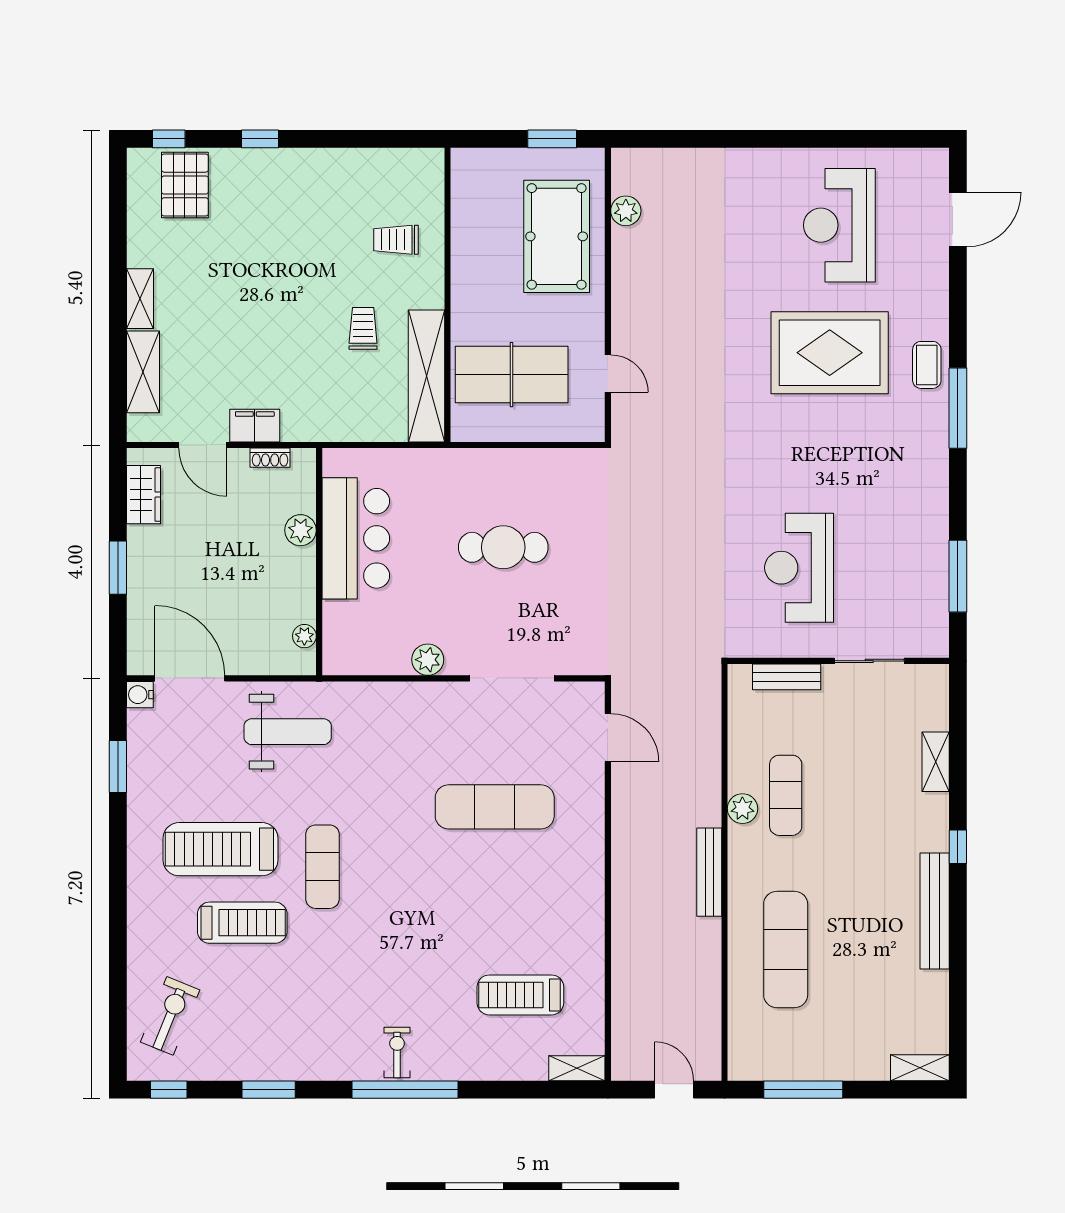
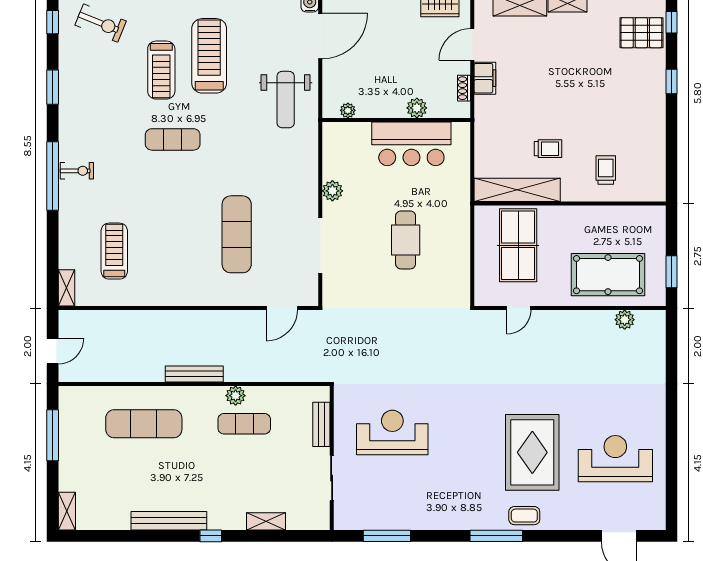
exercise mat: (323, 867) -> (173, 139), moved

